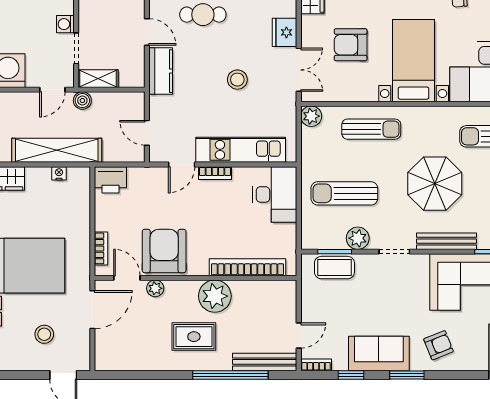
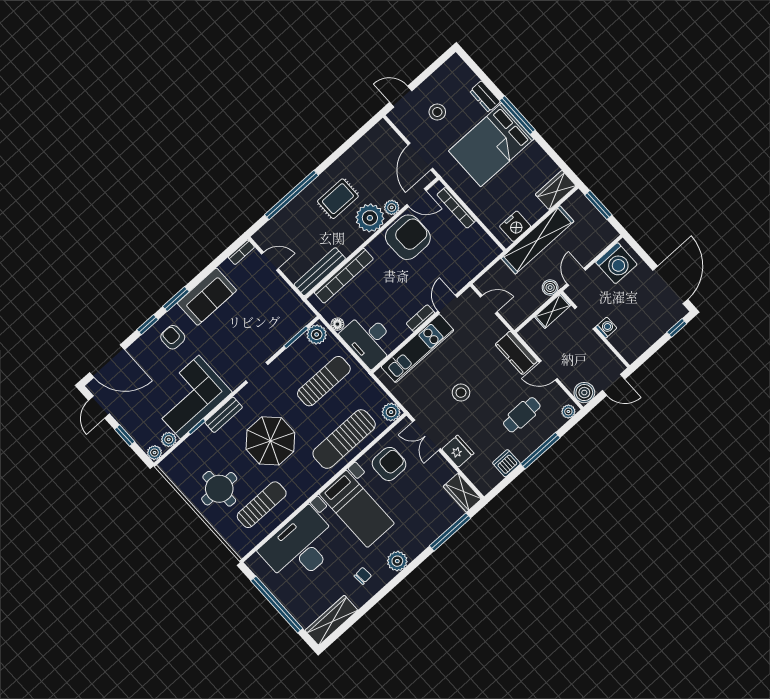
armchair: (351, 45) -> (389, 464), moved
sun lounger: (371, 129) -> (344, 439), width x1.36, depth x1.34
nightstand: (59, 173) -> (515, 226), width x1.89, depth x1.79
printer: (110, 180) -> (485, 252), removed
floor lamp: (290, 231) -> (337, 324), added
plant: (358, 238) -> (317, 334), moved
bench: (447, 241) -> (224, 415), width x0.73
bookcase: (101, 248) -> (456, 208), width x1.56
armchair: (164, 251) -> (408, 237), turned -90
coffee table: (334, 268) -> (287, 327), removed
plant: (215, 296) -> (370, 218), moved
door: (299, 336) -> (270, 261), swing flipped
armchair: (439, 345) -> (173, 337), turned 112
bench: (265, 362) -> (320, 272), moved
window: (351, 375) -> (147, 325), moved

